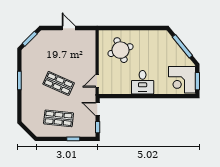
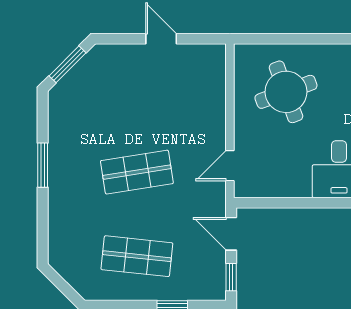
shop shelf: (59, 83) -> (137, 172), turned -33

